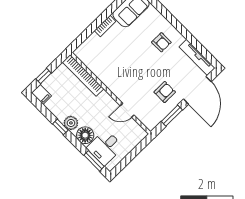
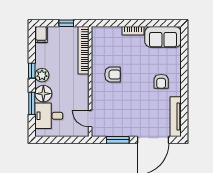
window: (44, 76) -> (66, 23), moved
armchair: (165, 92) -> (113, 75), moved
door: (127, 110) -> (90, 119), moved
window: (94, 161) -> (32, 103), moved

